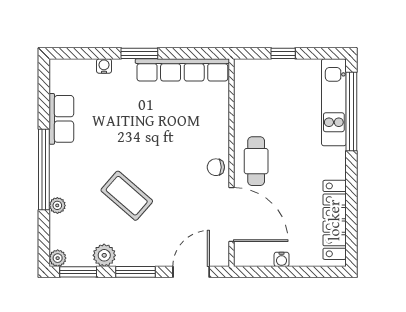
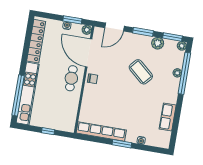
kitchen unit: (334, 102) -> (28, 94), width x1.36
window: (44, 170) -> (184, 73), moved
plant: (243, 258) -> (87, 30), added
window: (273, 272) -> (72, 20), added

